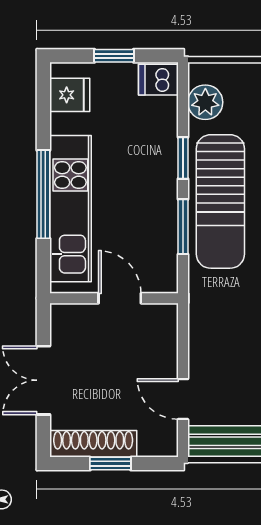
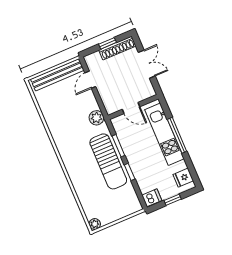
plant: (205, 102) -> (96, 118), moved
sun lounger: (220, 201) -> (108, 161), turned 180
door: (183, 399) -> (90, 80), swing flipped

